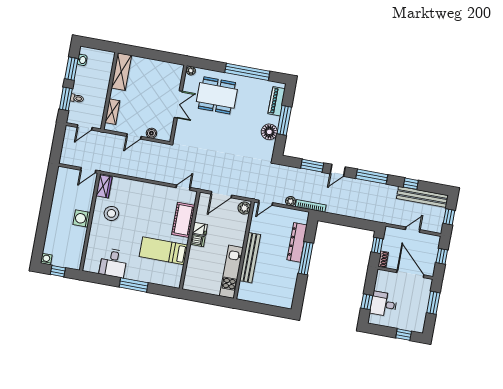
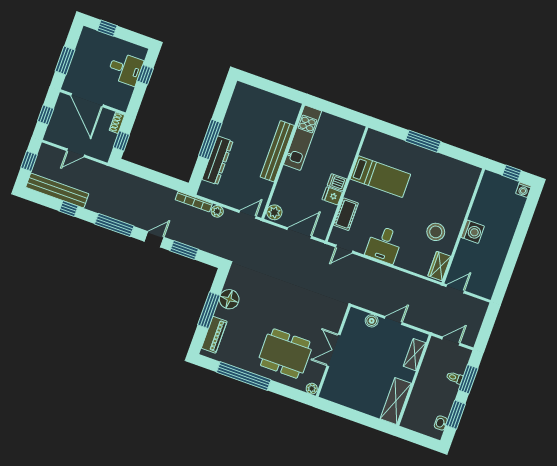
cot: (183, 220) -> (346, 214), width x0.73, depth x0.75
desk: (113, 263) -> (384, 244), moved, turned 180

